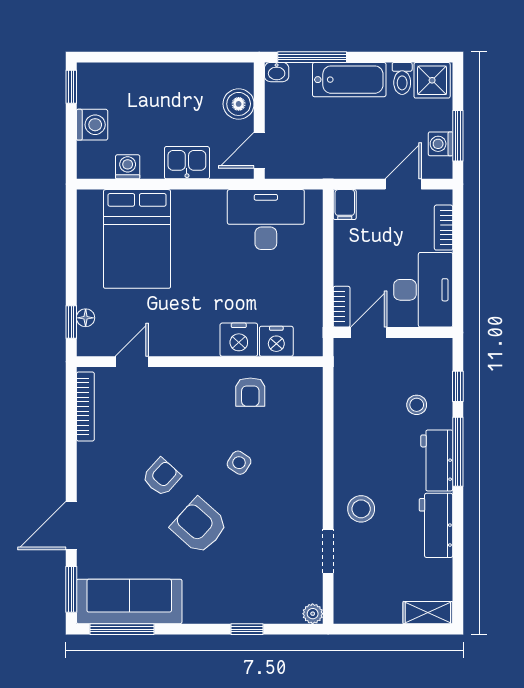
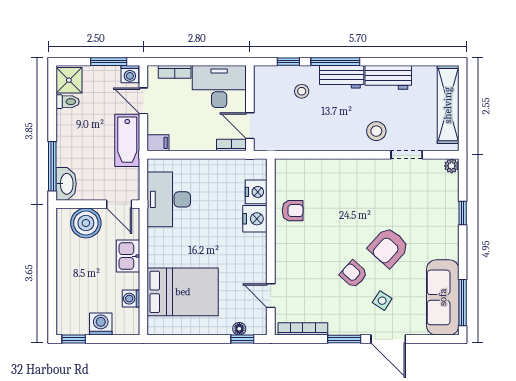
washbasin: (277, 72) -> (66, 184), width x1.91, depth x1.45
bathtub: (349, 80) -> (127, 140), moved, turned 180
boiler: (239, 104) -> (86, 223), width x1.37, depth x1.37
washing machine: (441, 144) -> (130, 74), moved
side table: (239, 463) -> (382, 301), moved
window: (71, 589) -> (344, 339), moved
shelving: (428, 613) -> (448, 105), width x2.20, depth x1.33

